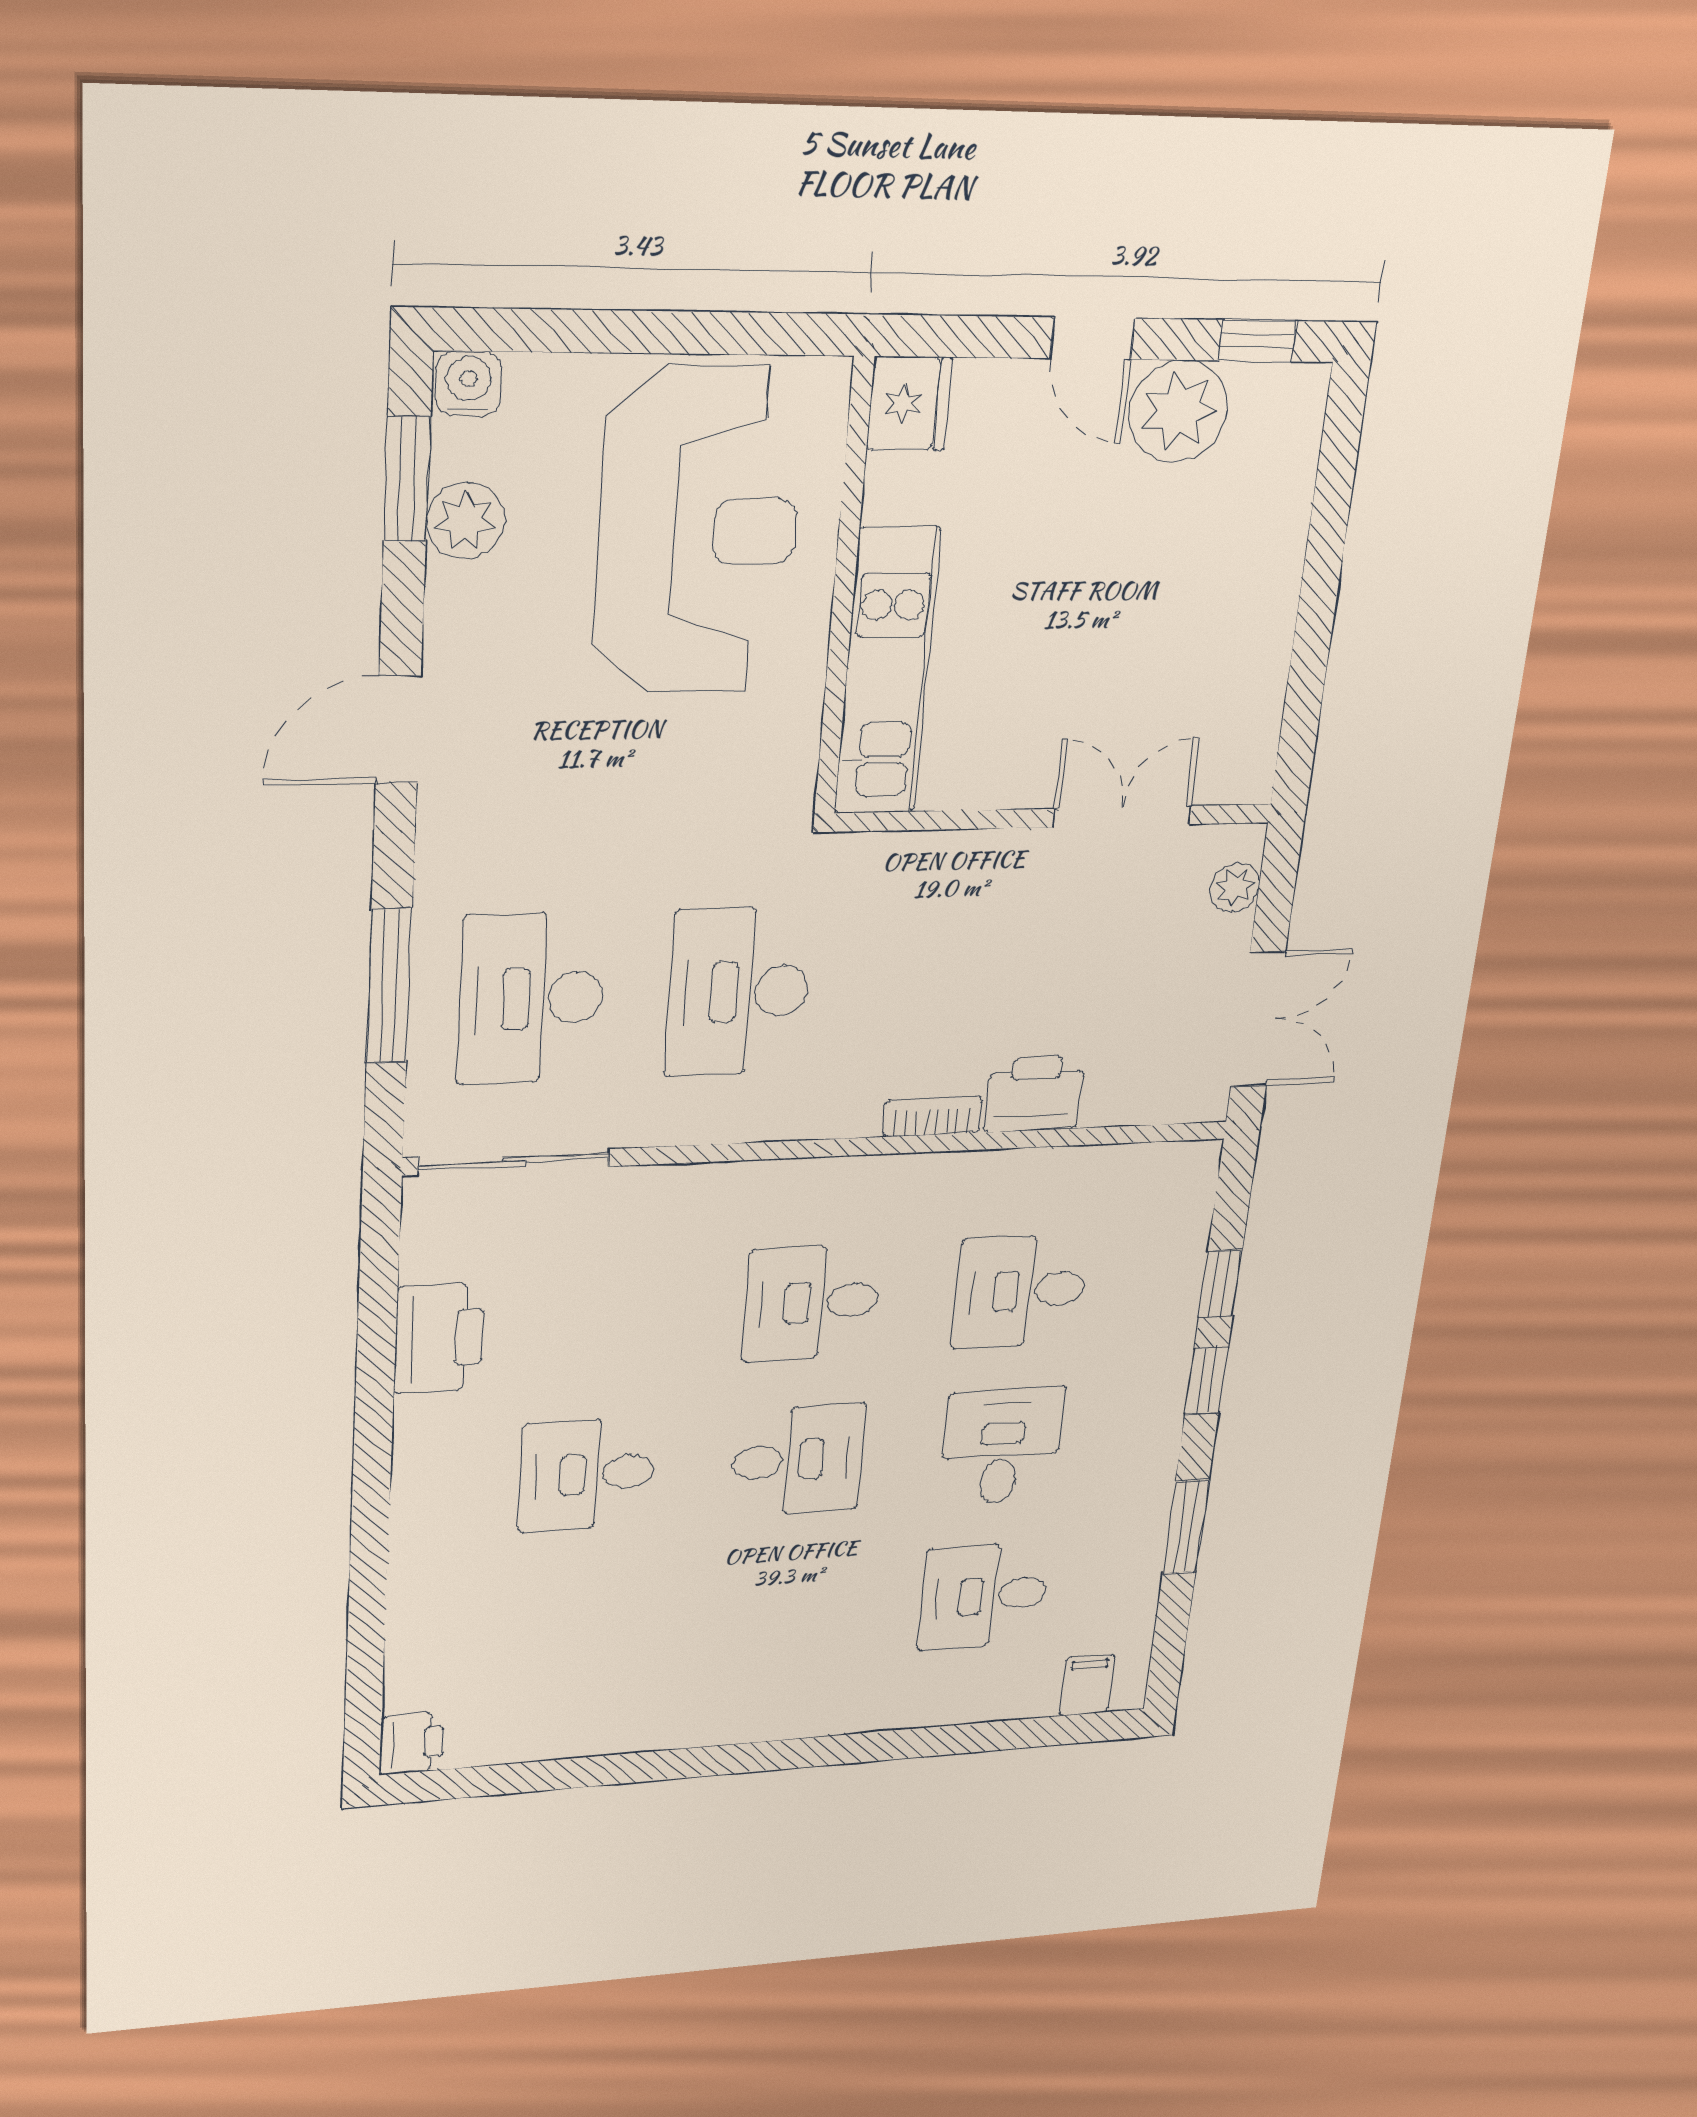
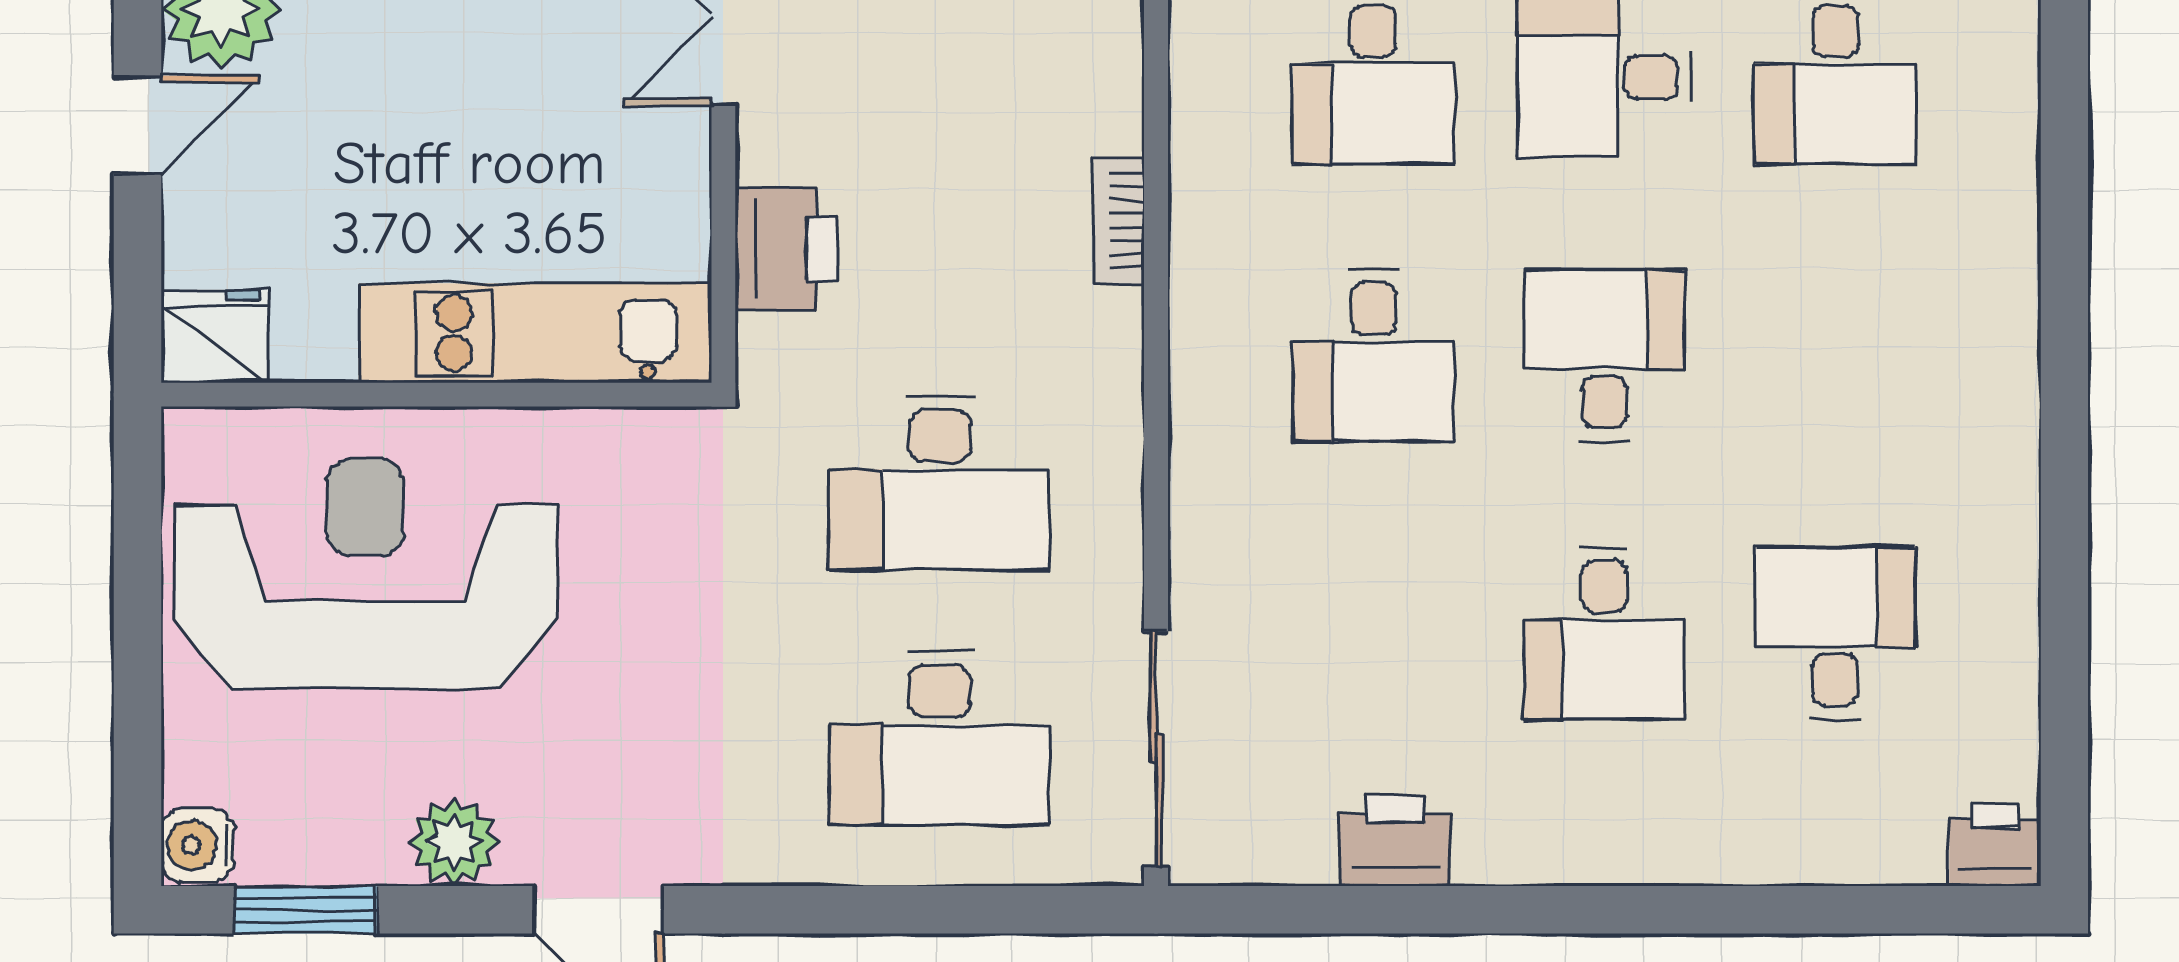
plant: (466, 521) -> (454, 842), moved
window: (389, 986) -> (918, 910), removed
printer: (1034, 1094) -> (786, 249), moved, turned 180
printer: (439, 1338) -> (1395, 841), width x0.73, depth x0.84
desk: (577, 1627) -> (1835, 633), added

